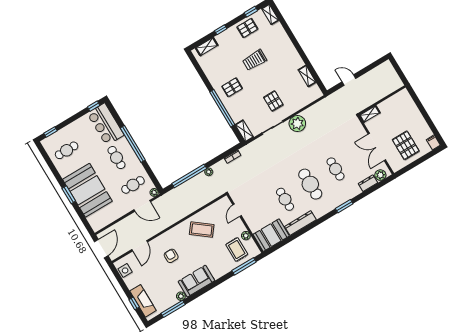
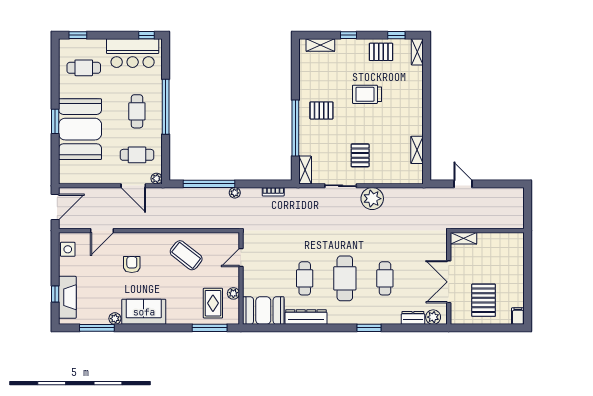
bar counter: (106, 124) -> (133, 53), moved, turned -90

